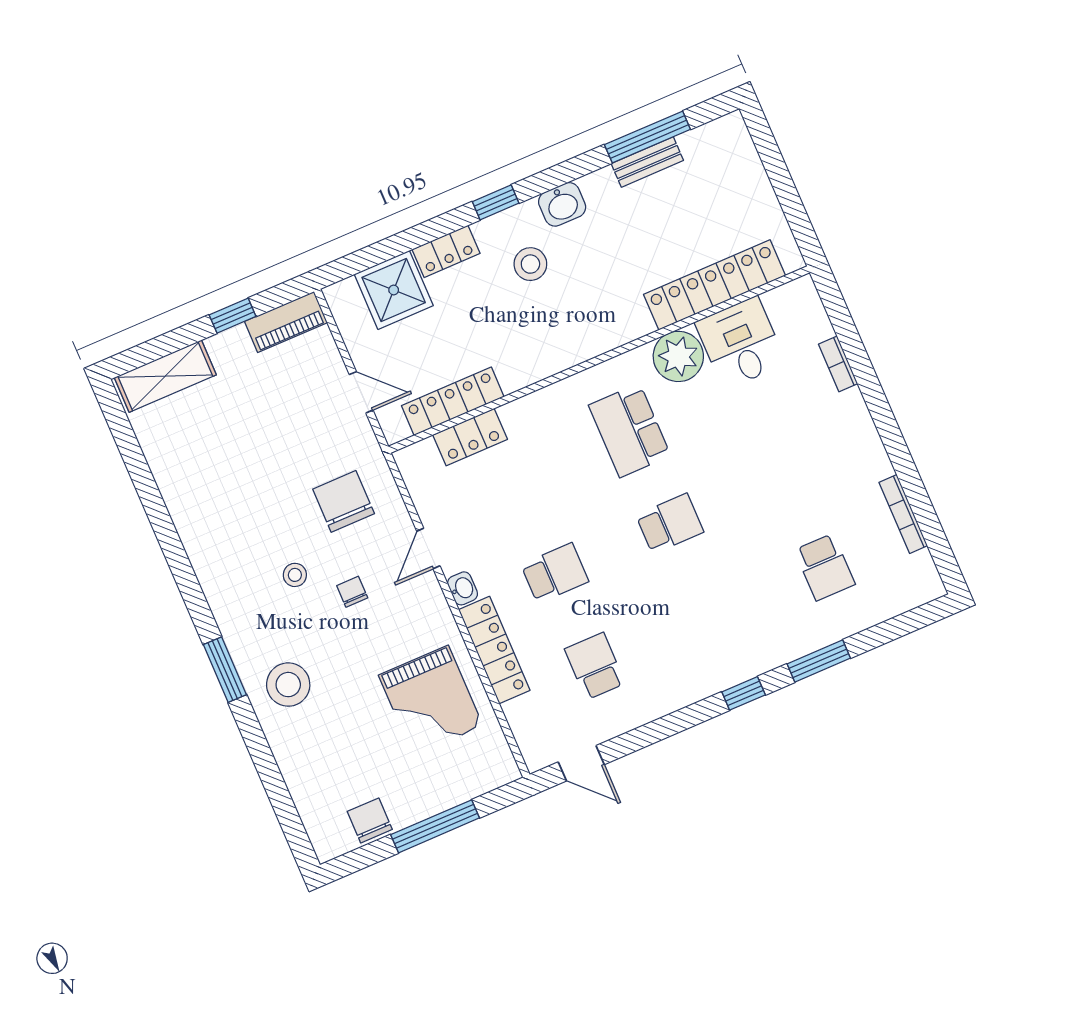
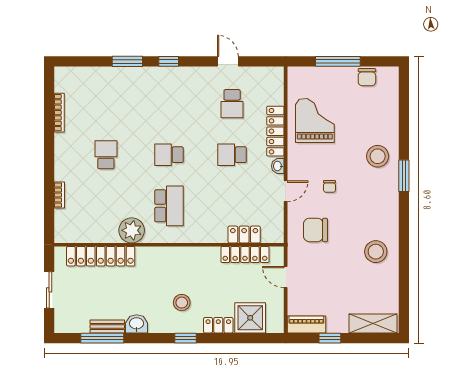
sliding door: (782, 183) -> (49, 290), added
washbasin: (562, 204) -> (137, 324), moved
desk: (741, 343) -> (100, 224), removed
chair: (344, 501) -> (316, 230), turned 90
school desk: (825, 567) -> (106, 155), moved
stool: (295, 575) -> (376, 252), moved, width x1.89, depth x1.89
door: (581, 763) -> (228, 61), moved

